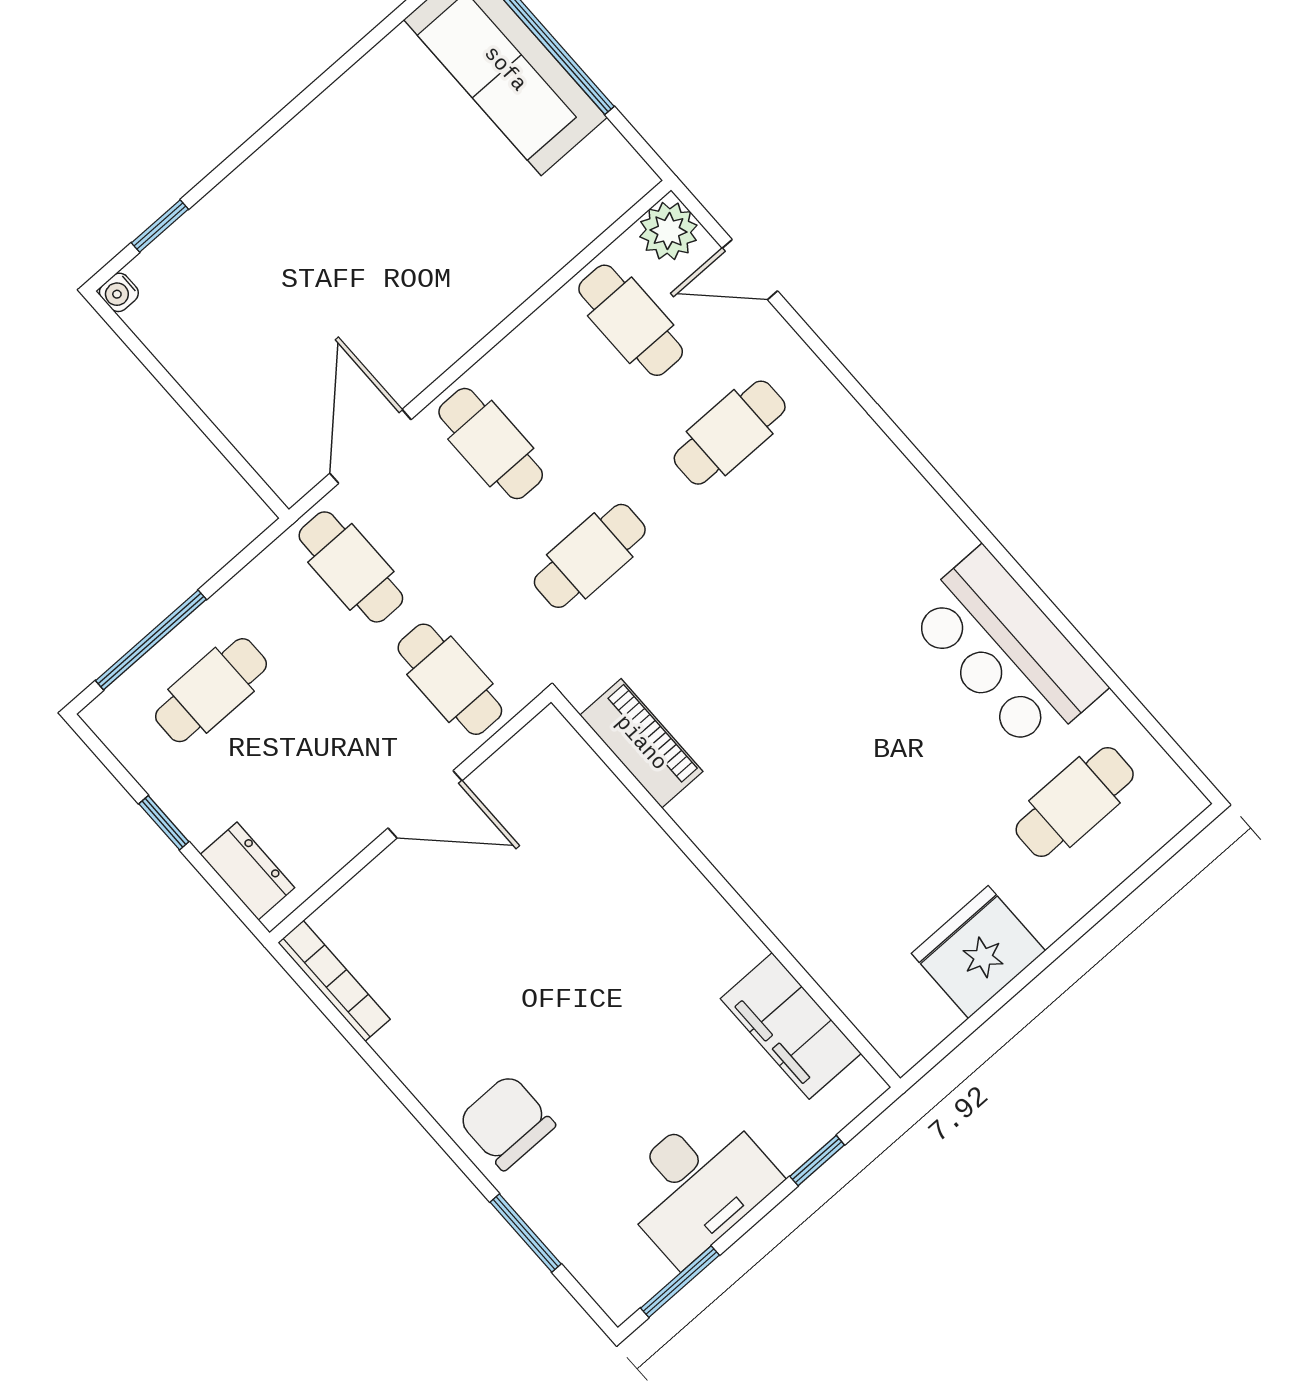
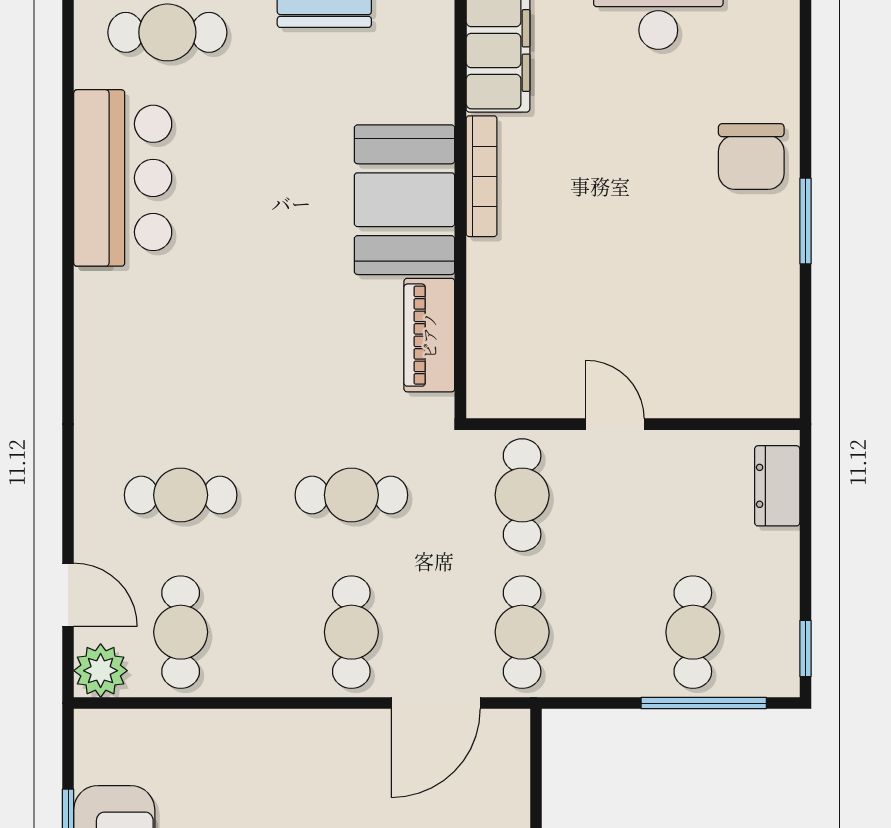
cafe table: (211, 690) -> (693, 632), turned 90
door: (425, 804) -> (615, 424), width x0.73
window: (164, 823) -> (805, 649), moved
booth: (760, 836) -> (405, 200), added
bookcase: (334, 981) -> (482, 176), moved, turned 180
window: (526, 1233) -> (805, 221), moved

